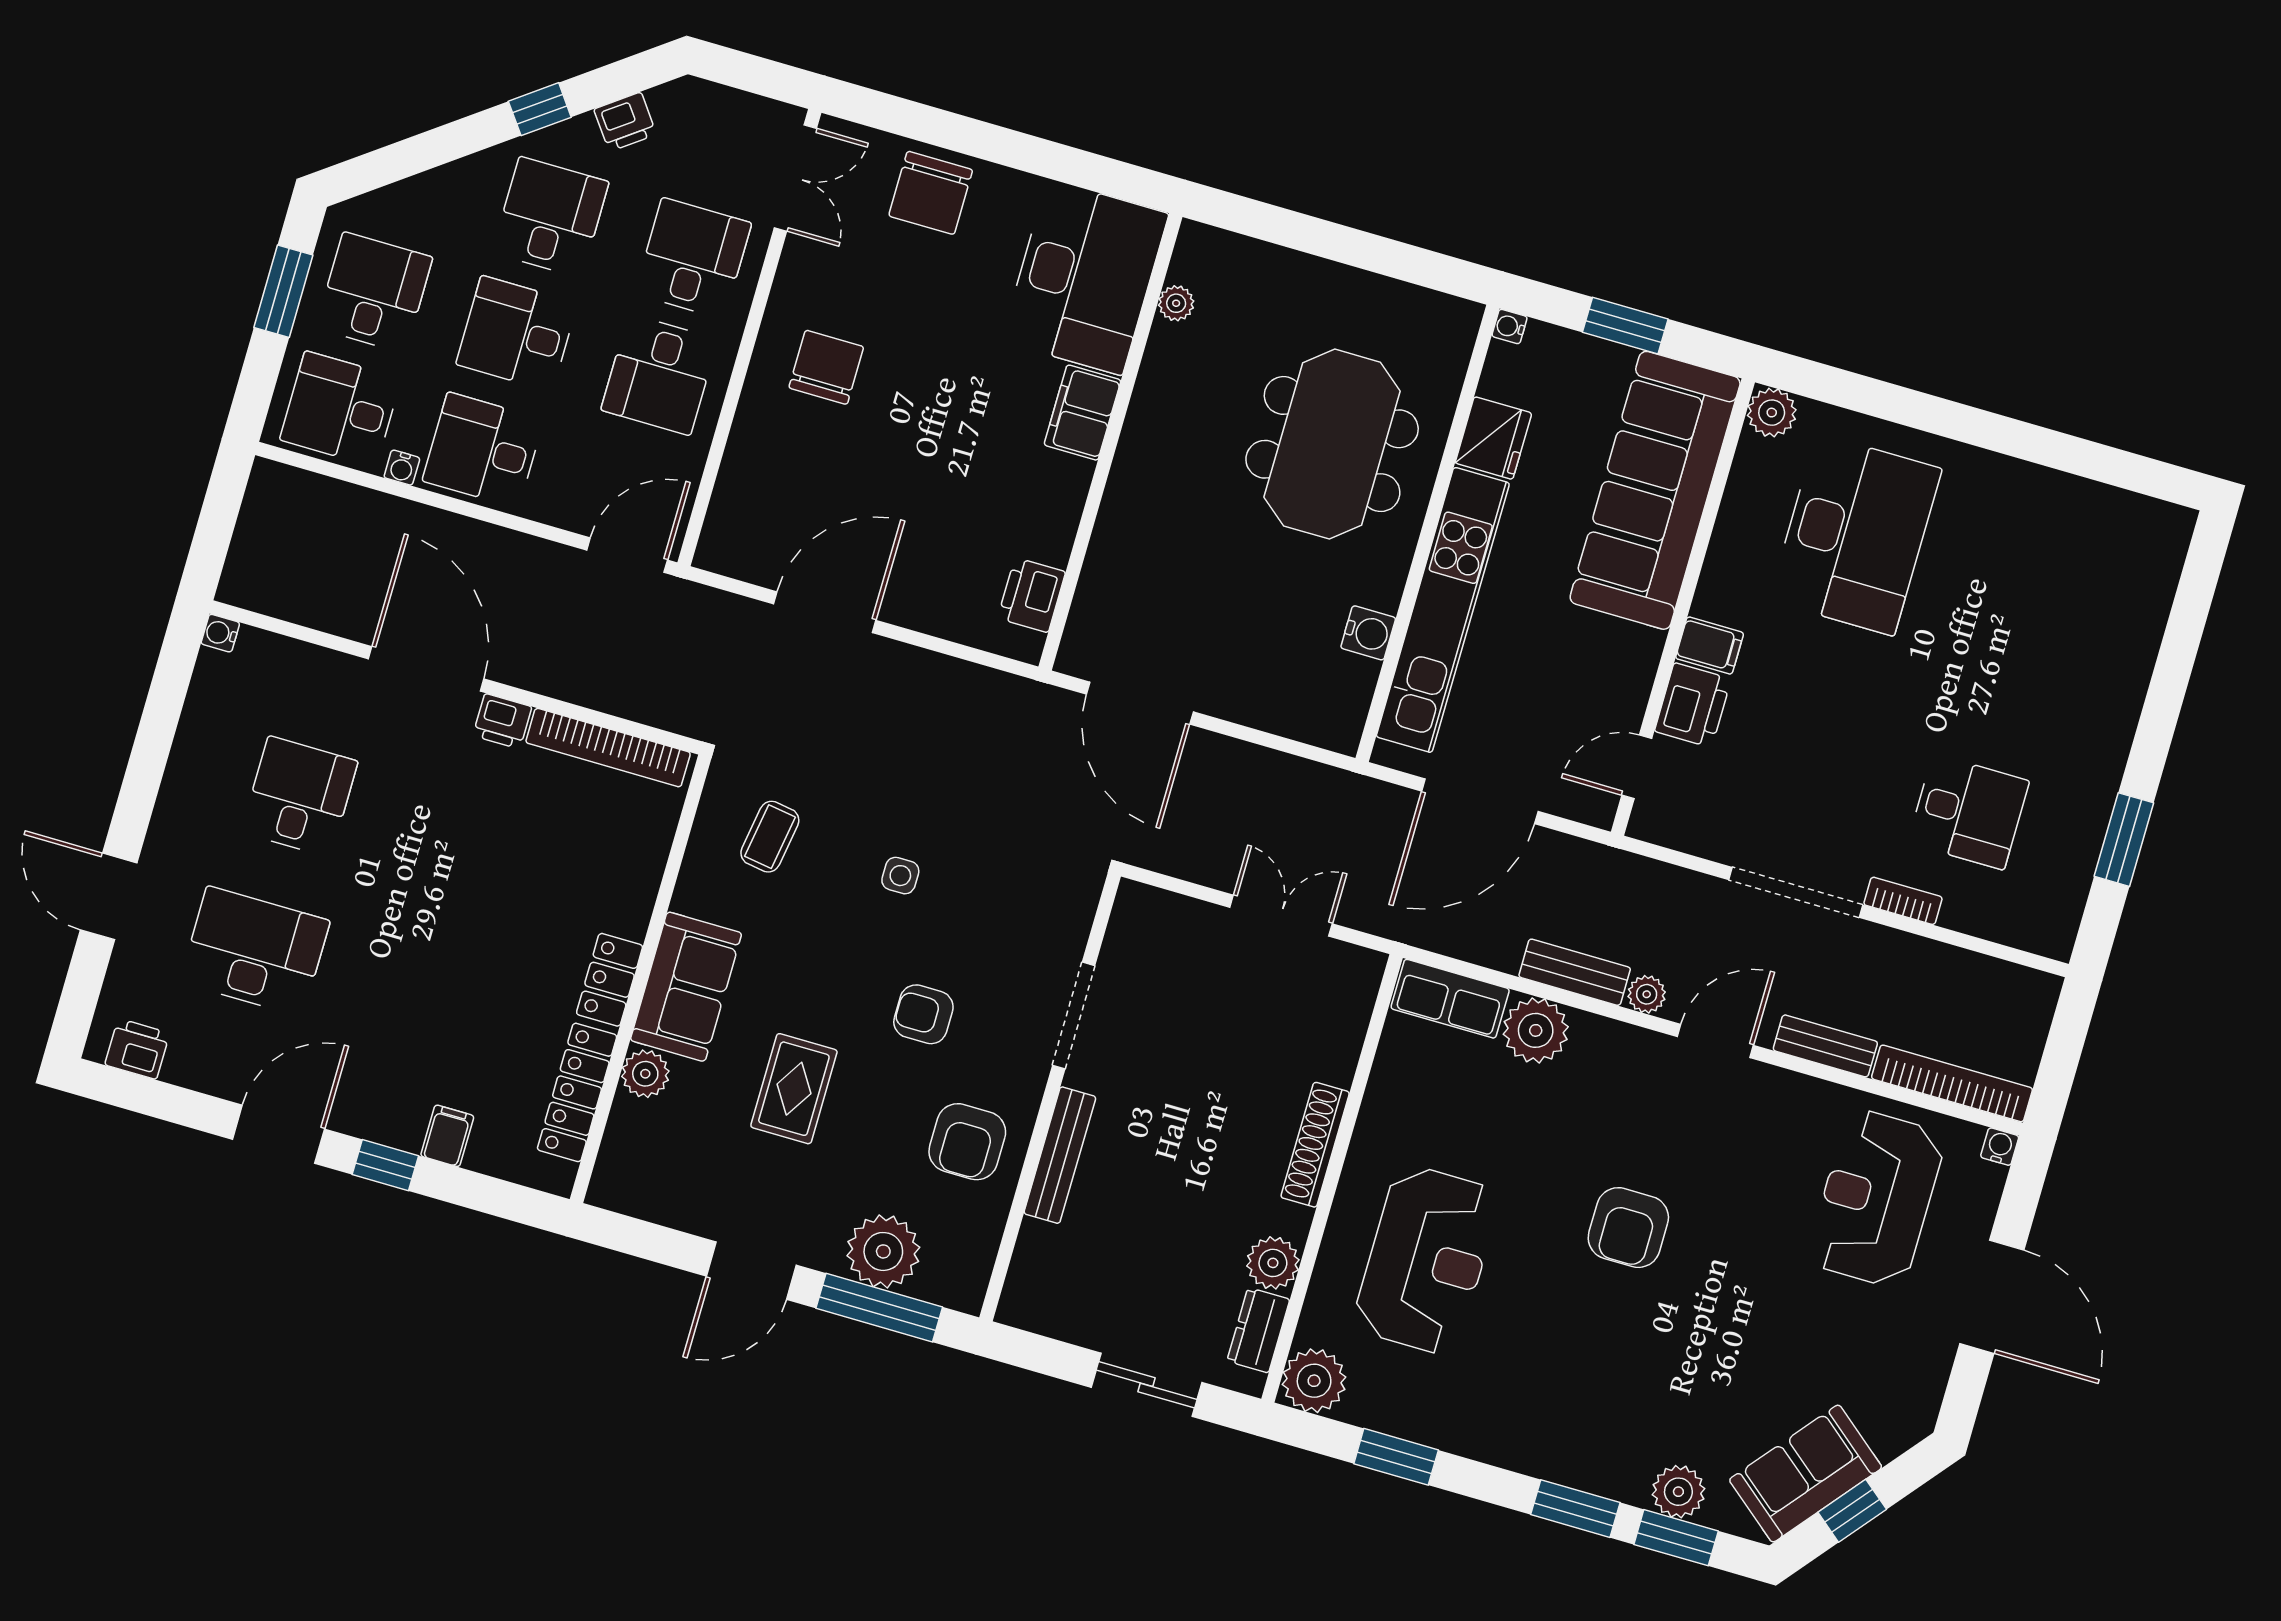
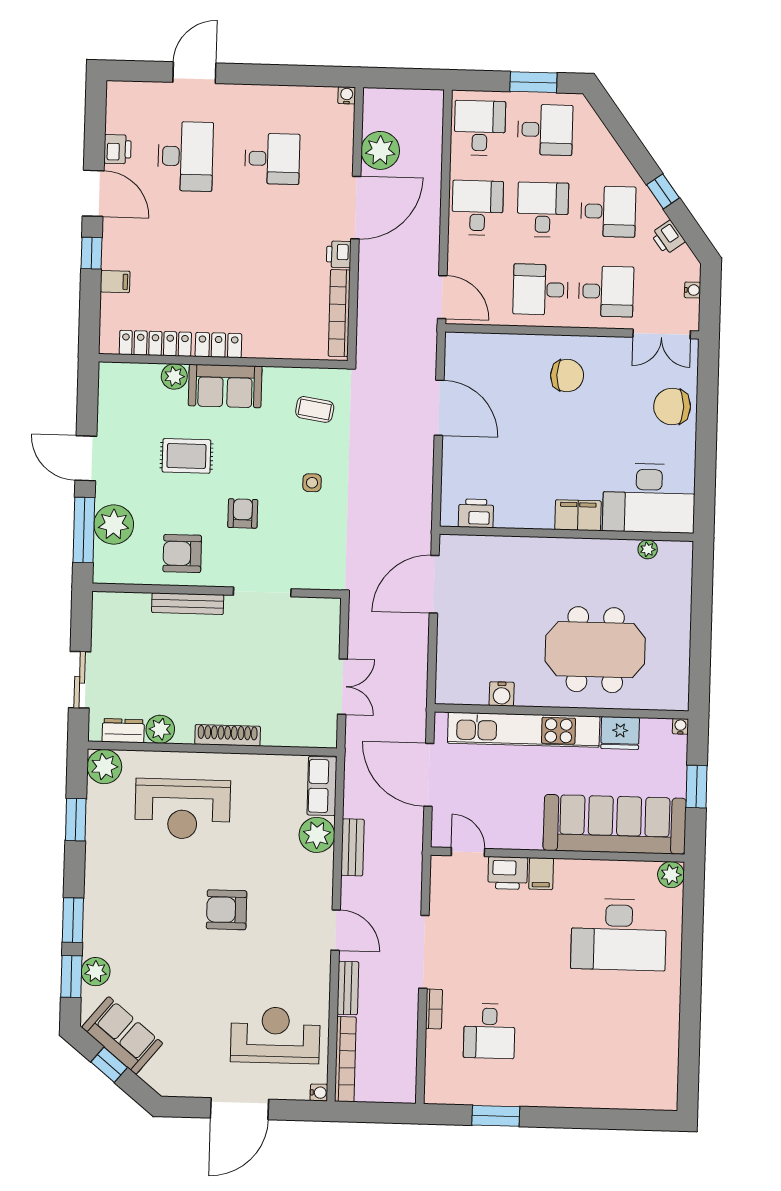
water cooler: (402, 468) -> (693, 290), moved, turned 180
plant: (1647, 994) -> (380, 150), moved, width x1.88, depth x1.88
printer: (137, 1049) -> (118, 149), moved

